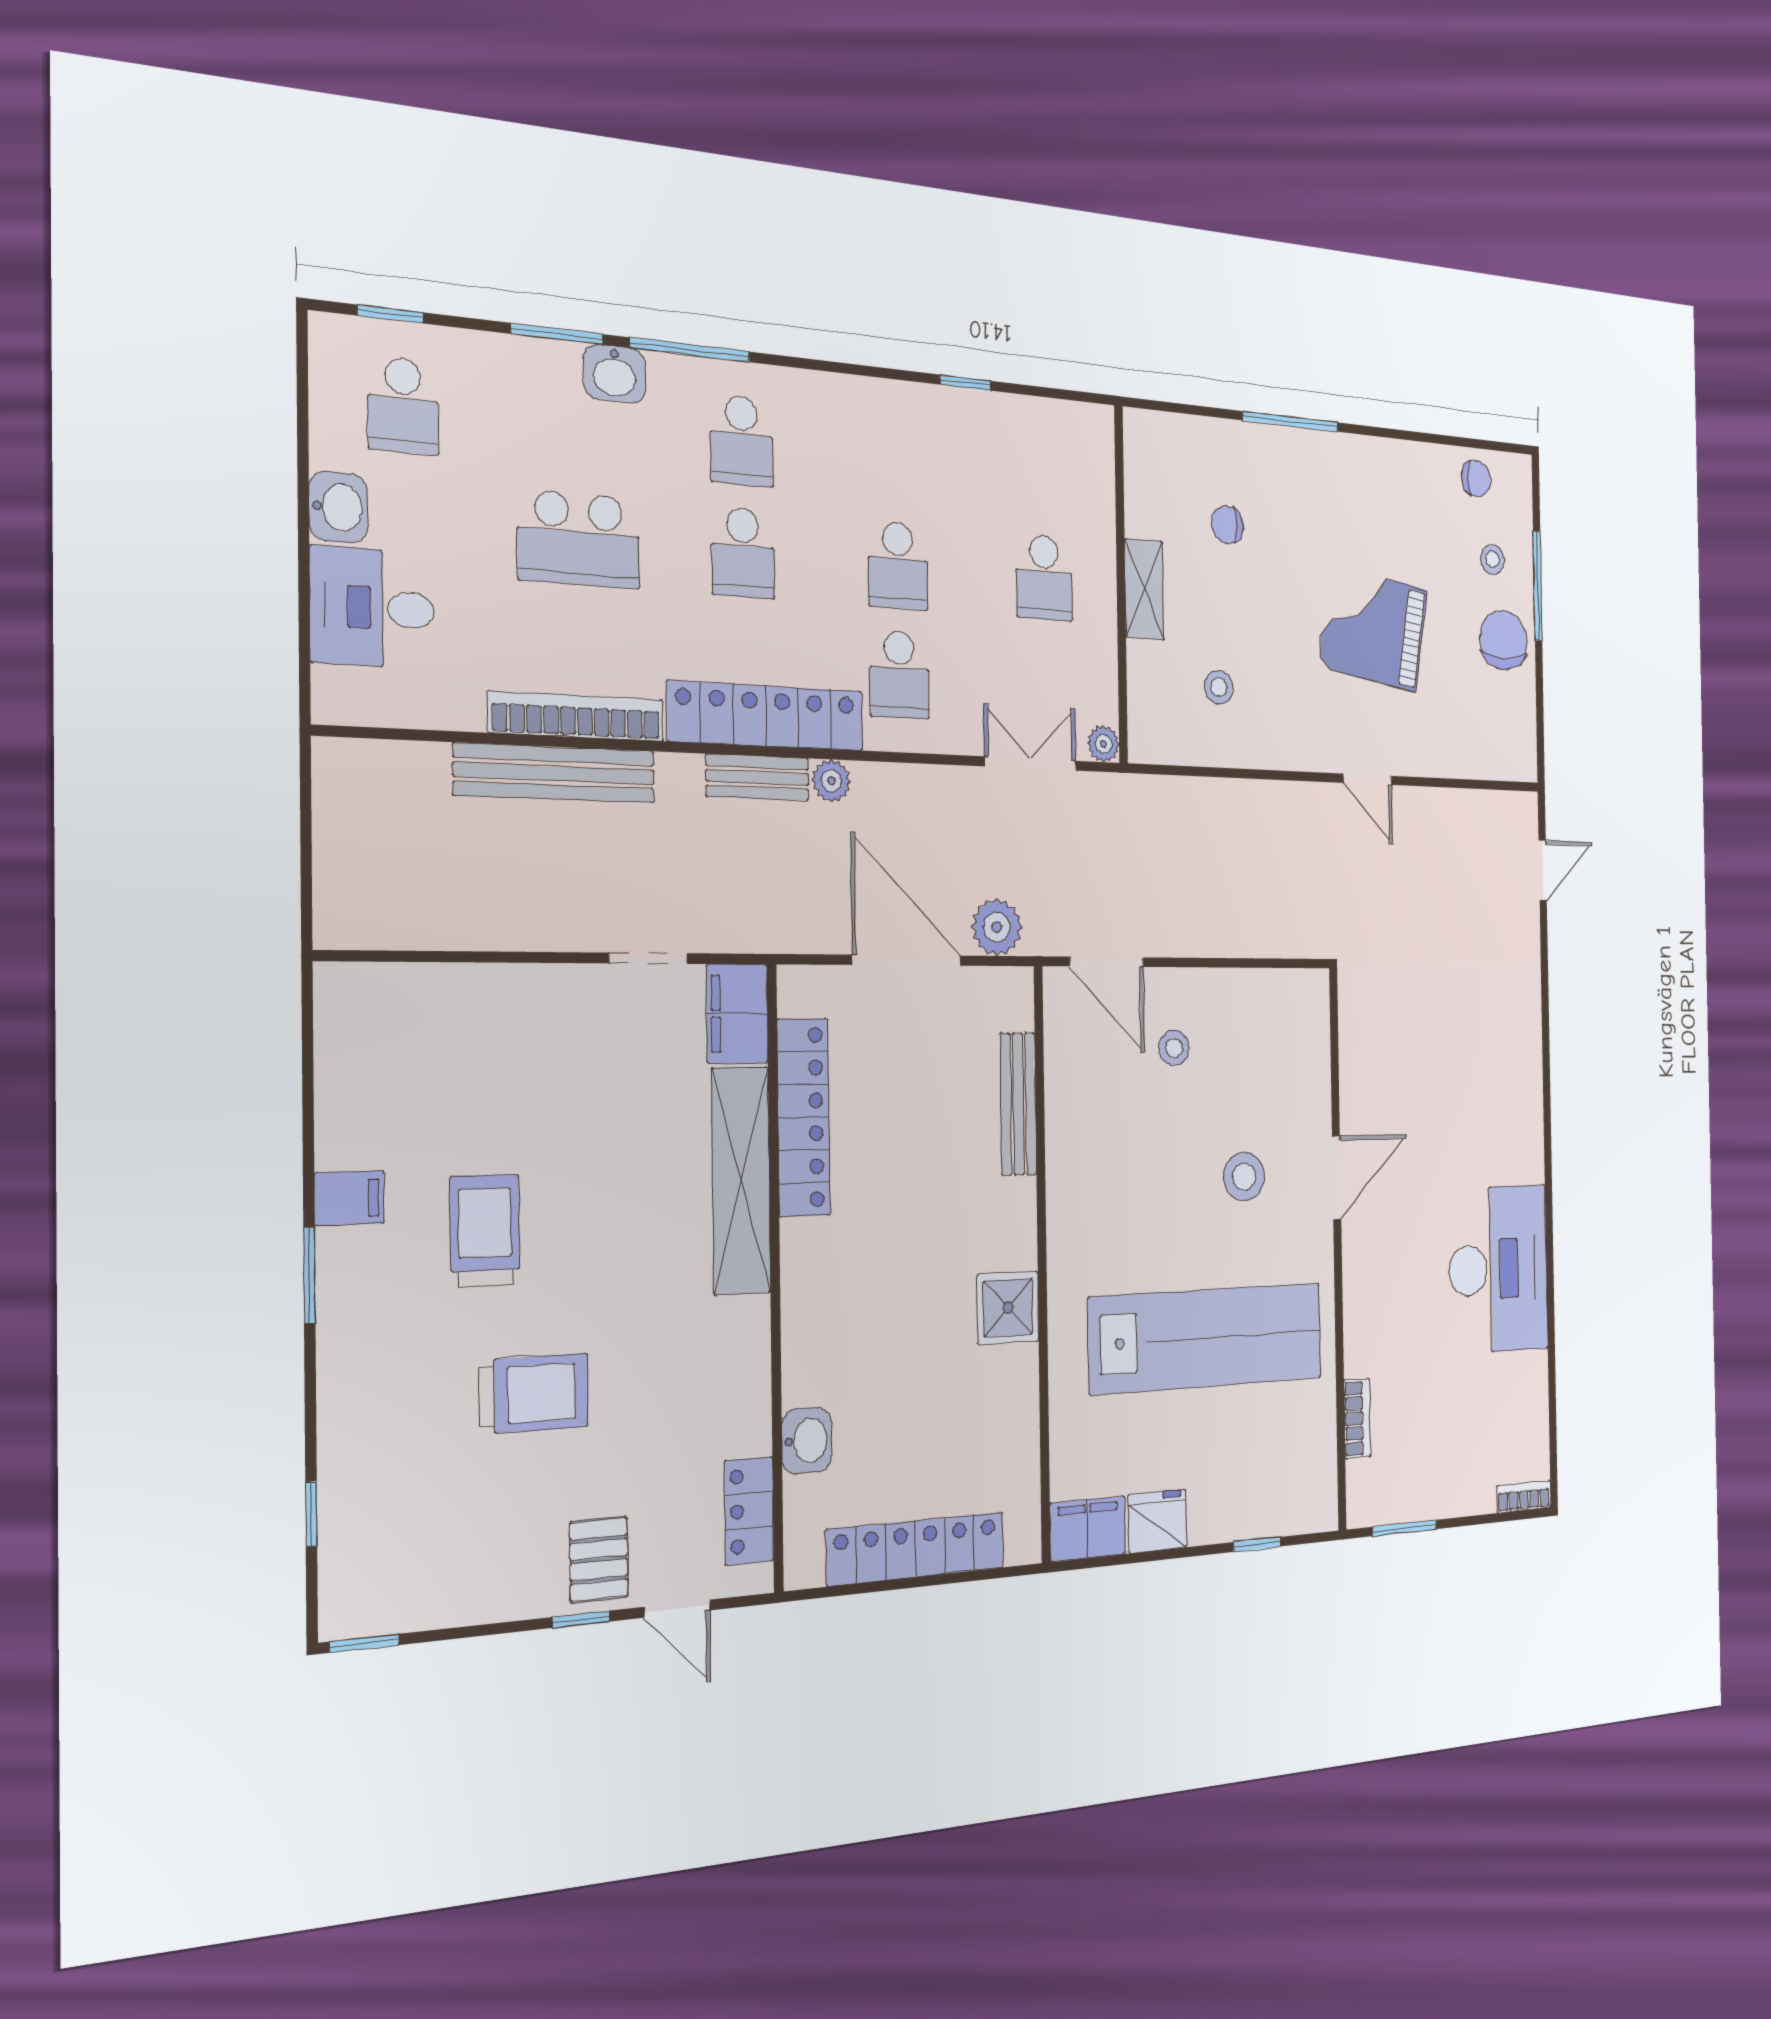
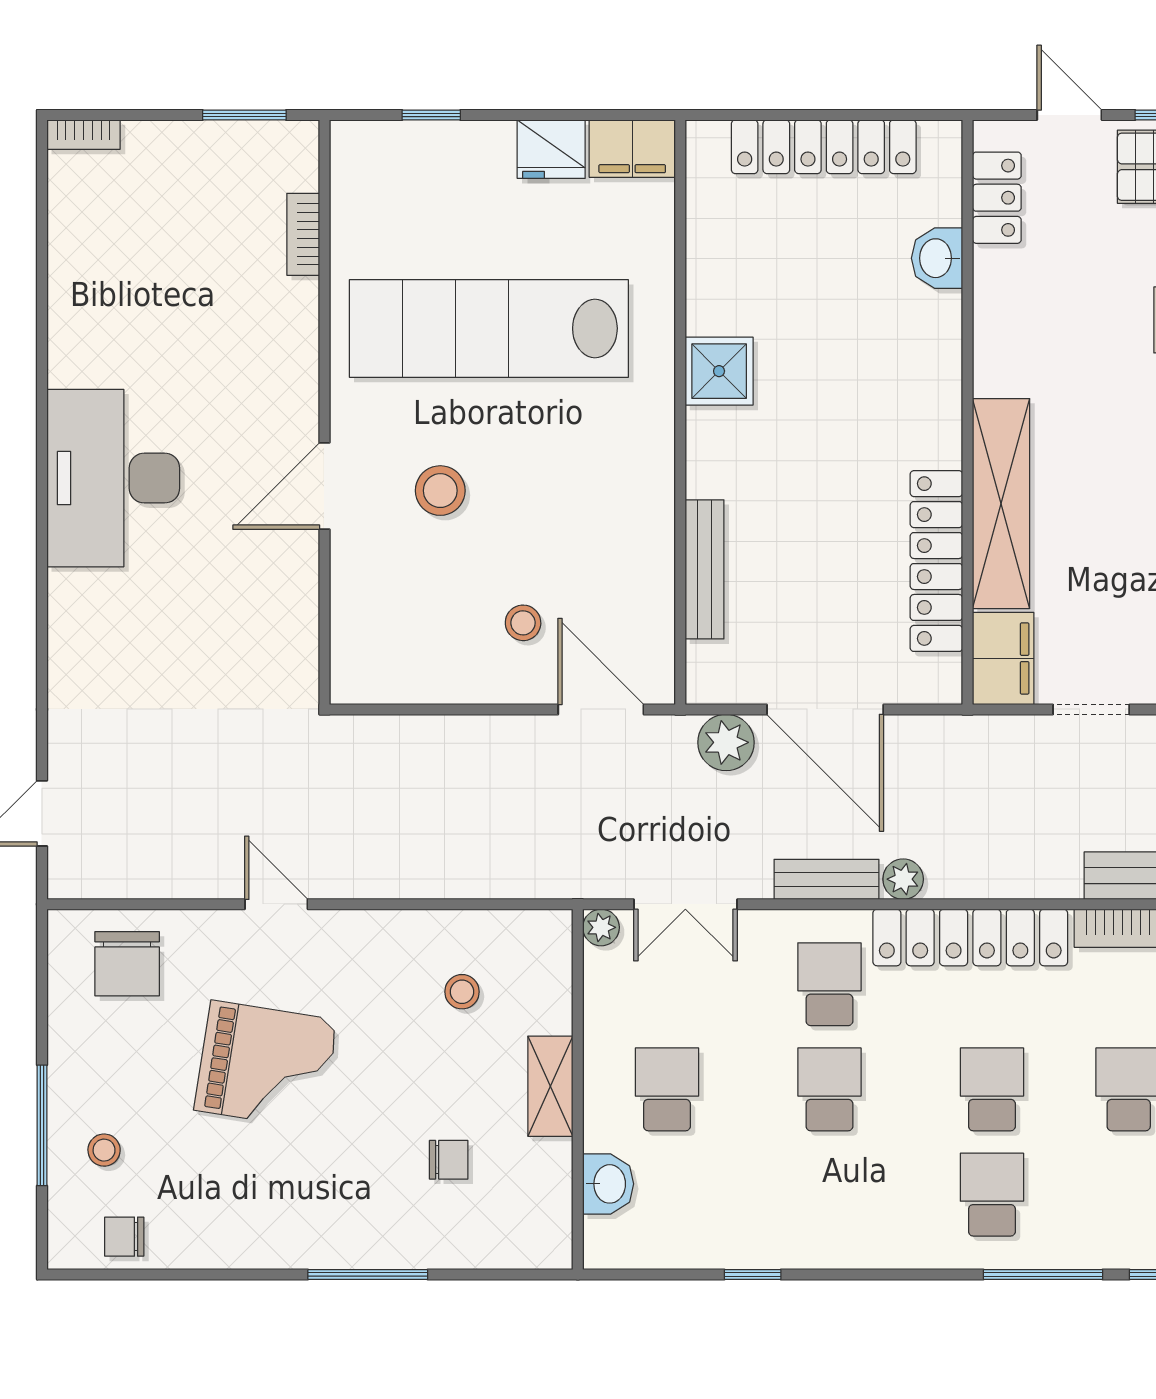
washbasin: (614, 374) -> (608, 1184), moved, turned 90
chair: (1503, 640) -> (127, 964), moved
bench: (757, 777) -> (827, 879), moved
desk: (1498, 1269) -> (113, 478), moved

